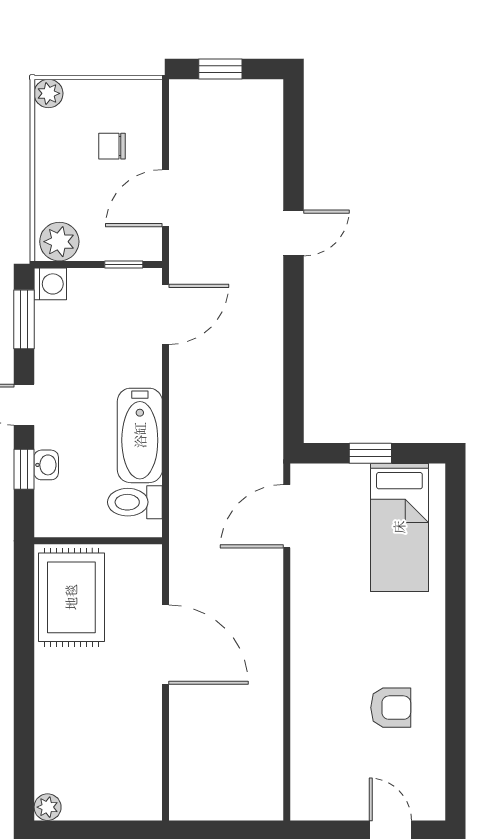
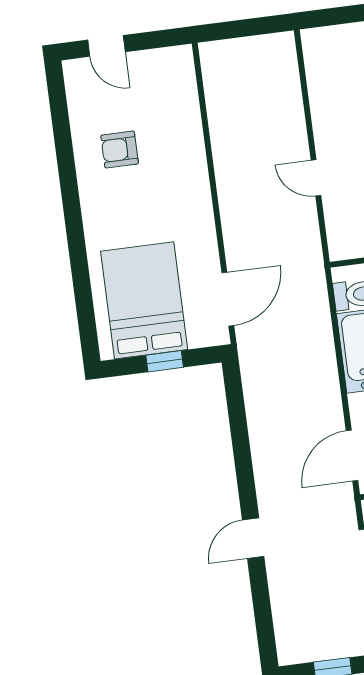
bed: (399, 527) -> (144, 300), width x1.50
door: (166, 645) -> (316, 178), width x0.53

